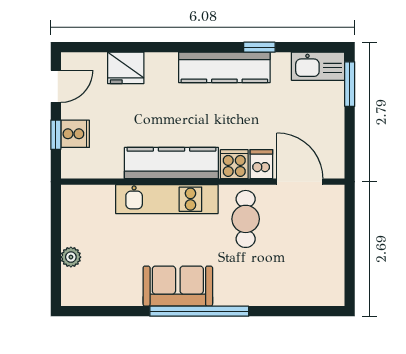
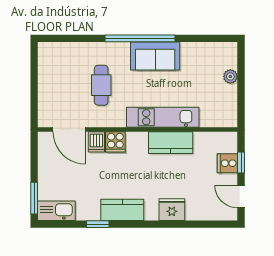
kitchen counter: (224, 67) -> (122, 210), width x0.67
fridge: (126, 68) -> (172, 210), moved
door: (56, 86) -> (241, 197), hinge flipped
kitchen counter: (171, 163) -> (171, 143), width x0.67
cafe table: (246, 219) -> (101, 85), moved

